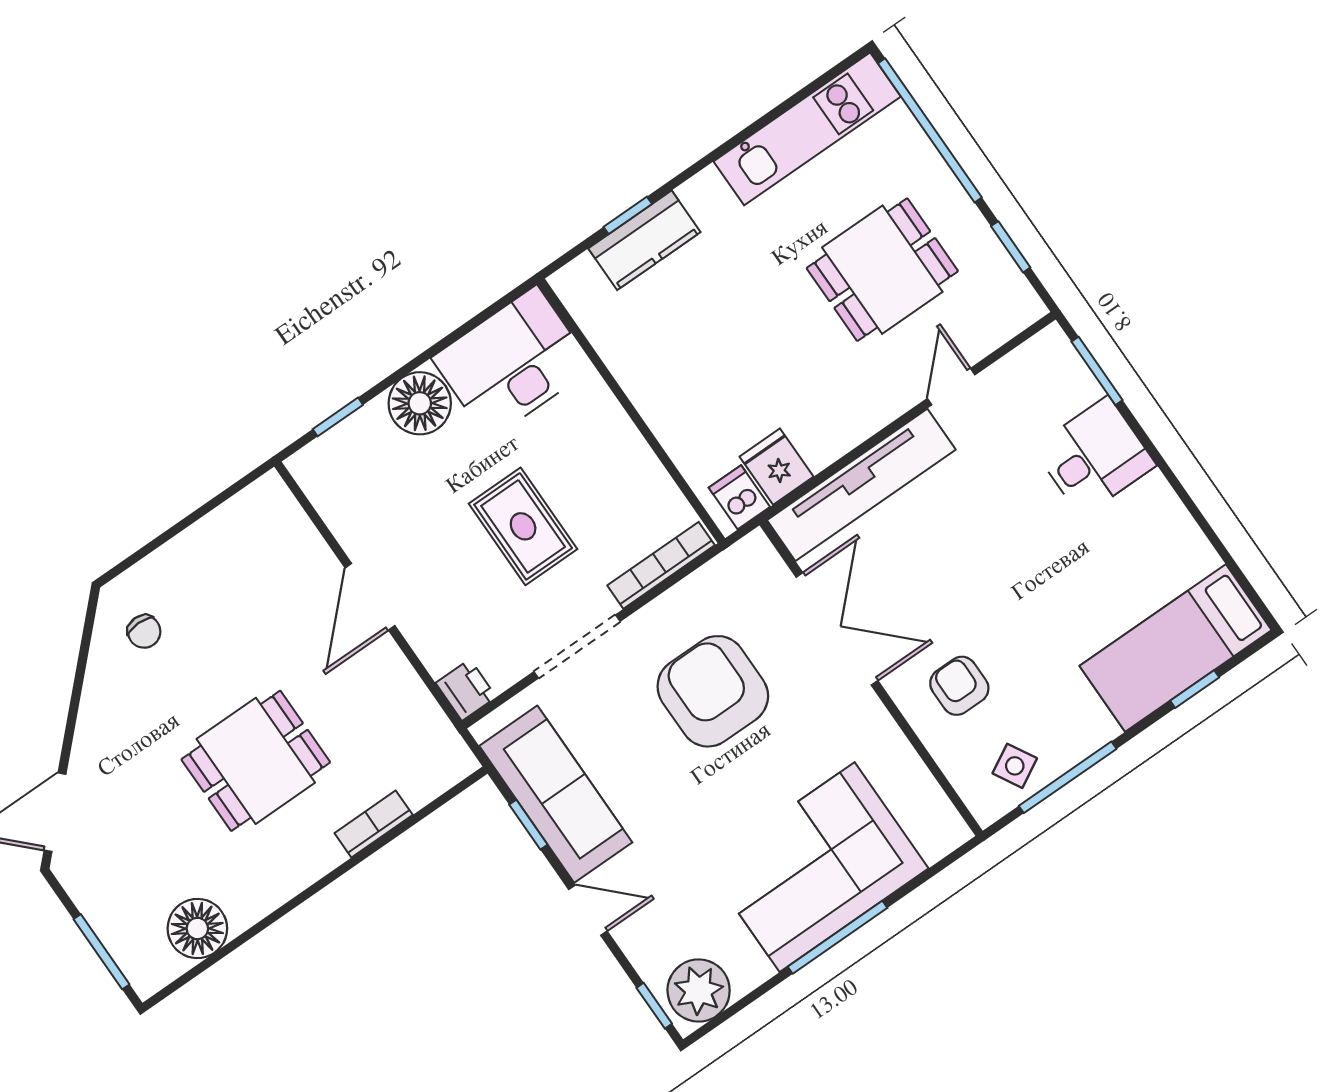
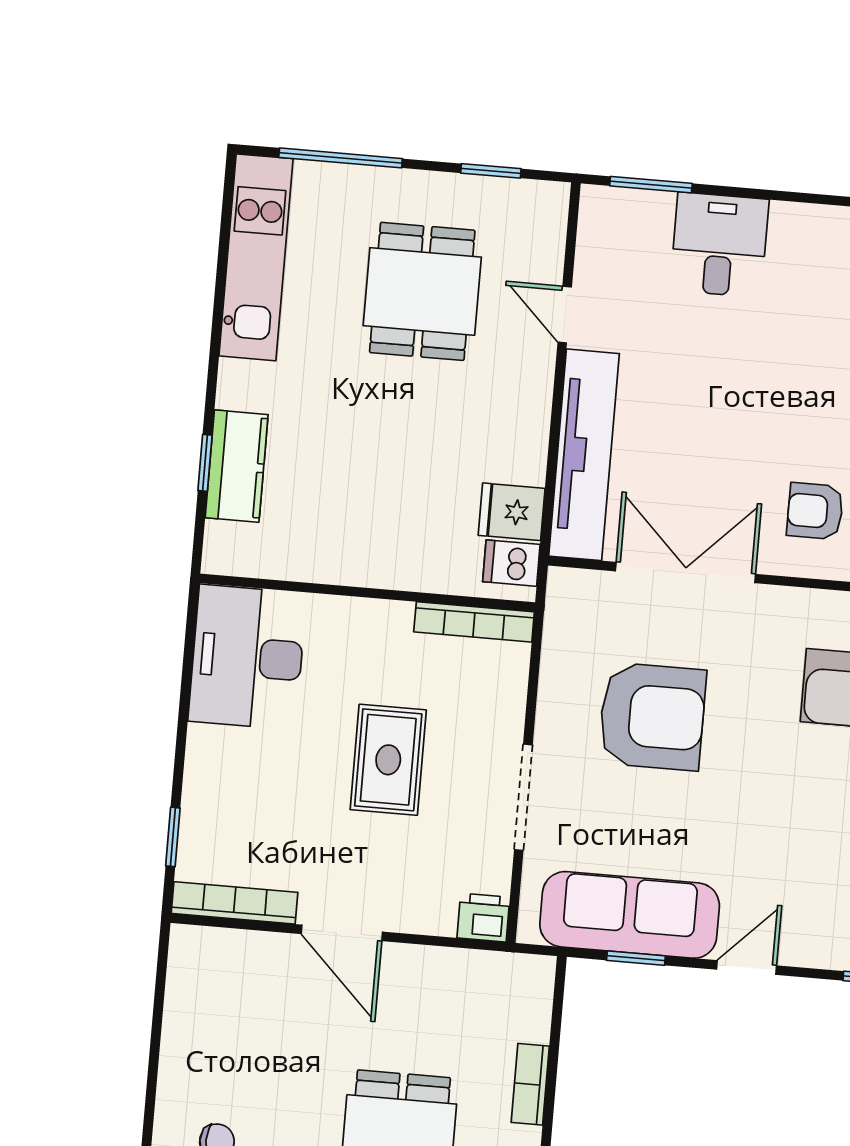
window: (930, 130) -> (341, 158), width x0.68
floor lamp: (420, 403) -> (217, 761), removed
bookcase: (327, 501) -> (235, 903), added
rug: (523, 526) -> (388, 760), turned 90
bookcase: (661, 565) -> (474, 622), moved, turned -90
armchair: (713, 691) -> (652, 717), turned 180

